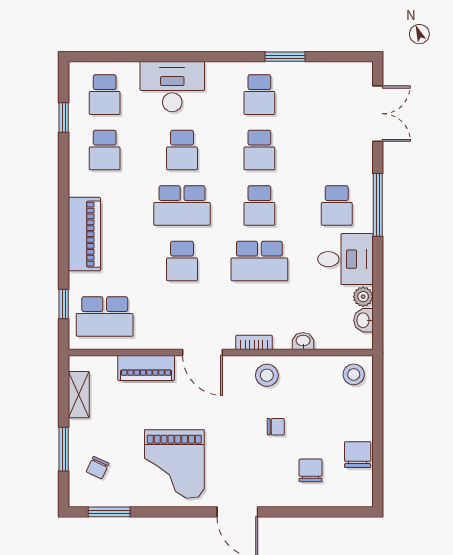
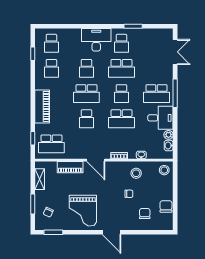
desk: (172, 87) -> (96, 40), moved
school desk: (259, 150) -> (121, 68), width x1.85
school desk: (337, 206) -> (157, 94), width x1.85
stool: (267, 375) -> (136, 173), moved

